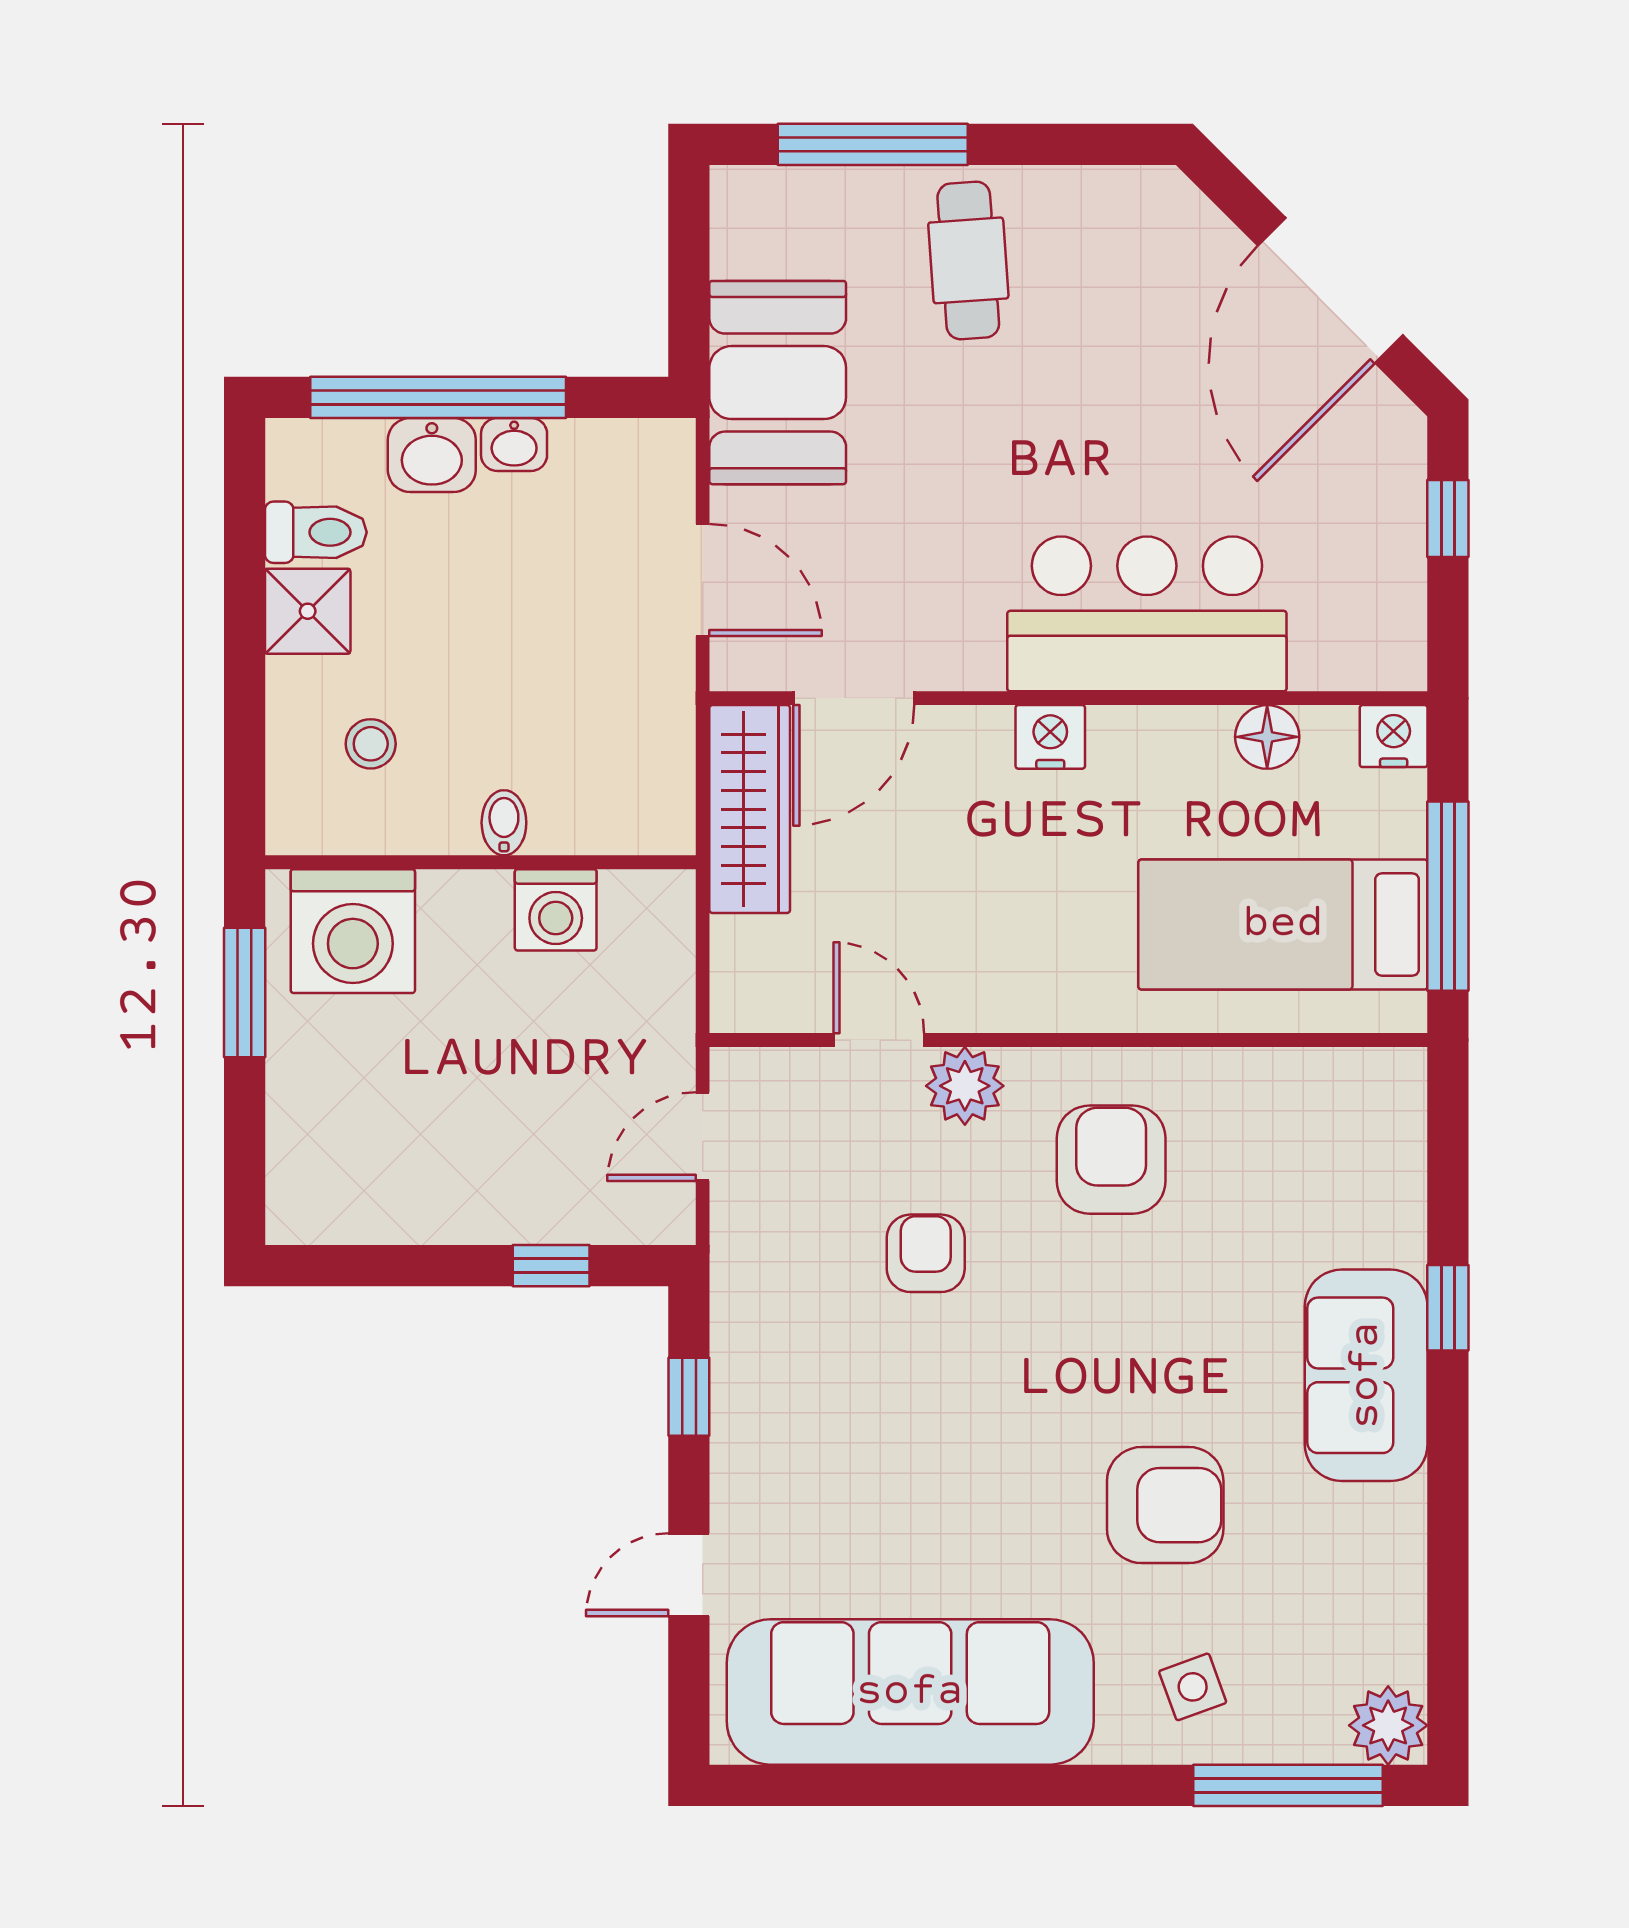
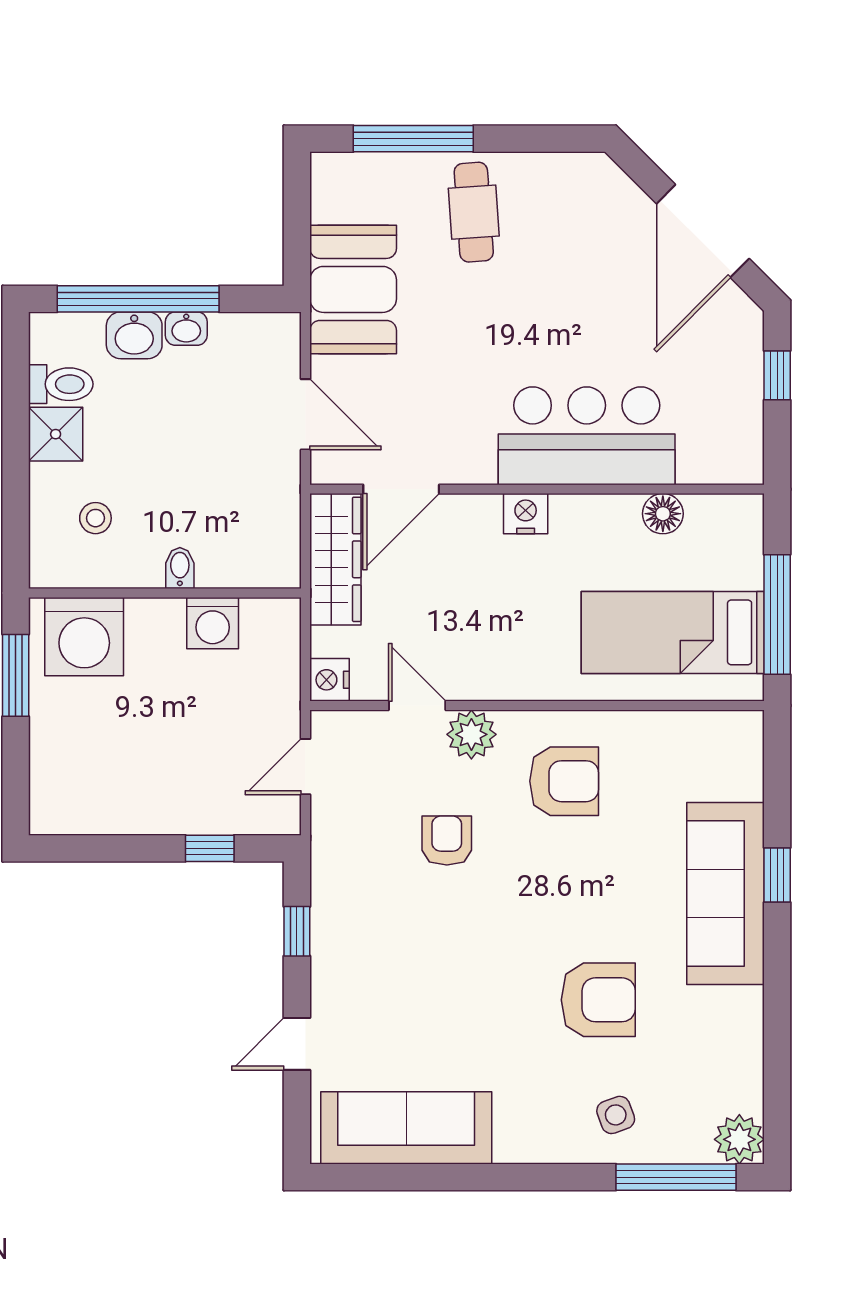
nightstand: (1394, 736) -> (330, 680), moved, turned -90
armchair: (1111, 1160) -> (564, 781), turned 90
sofa: (1366, 1375) -> (725, 894), width x1.36
sofa: (910, 1692) -> (406, 1128), width x0.74, depth x0.79

